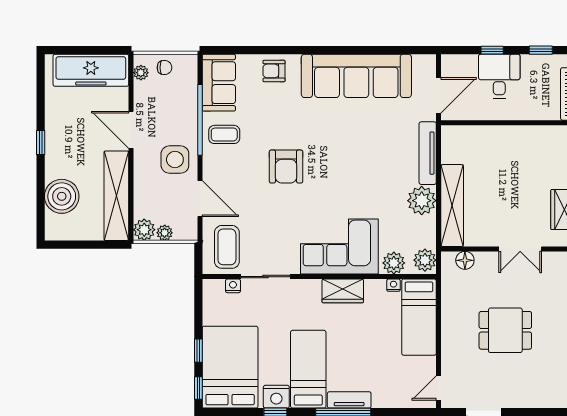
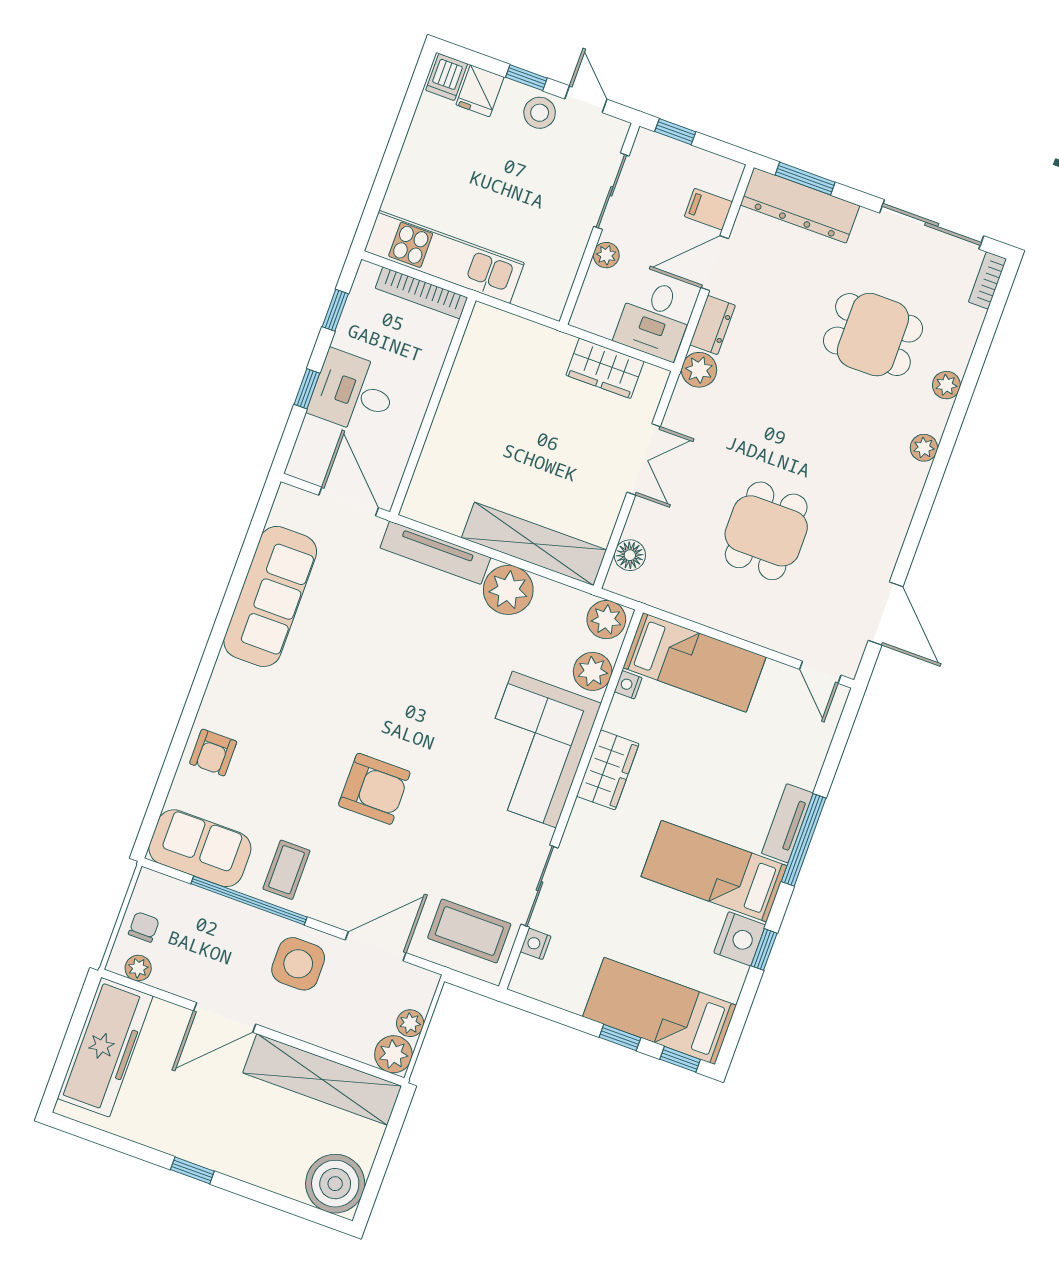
sofa: (356, 76) -> (270, 596), width x0.74, depth x0.79
boiler: (62, 196) -> (335, 1184), moved
bed: (230, 367) -> (660, 1011), width x0.67

